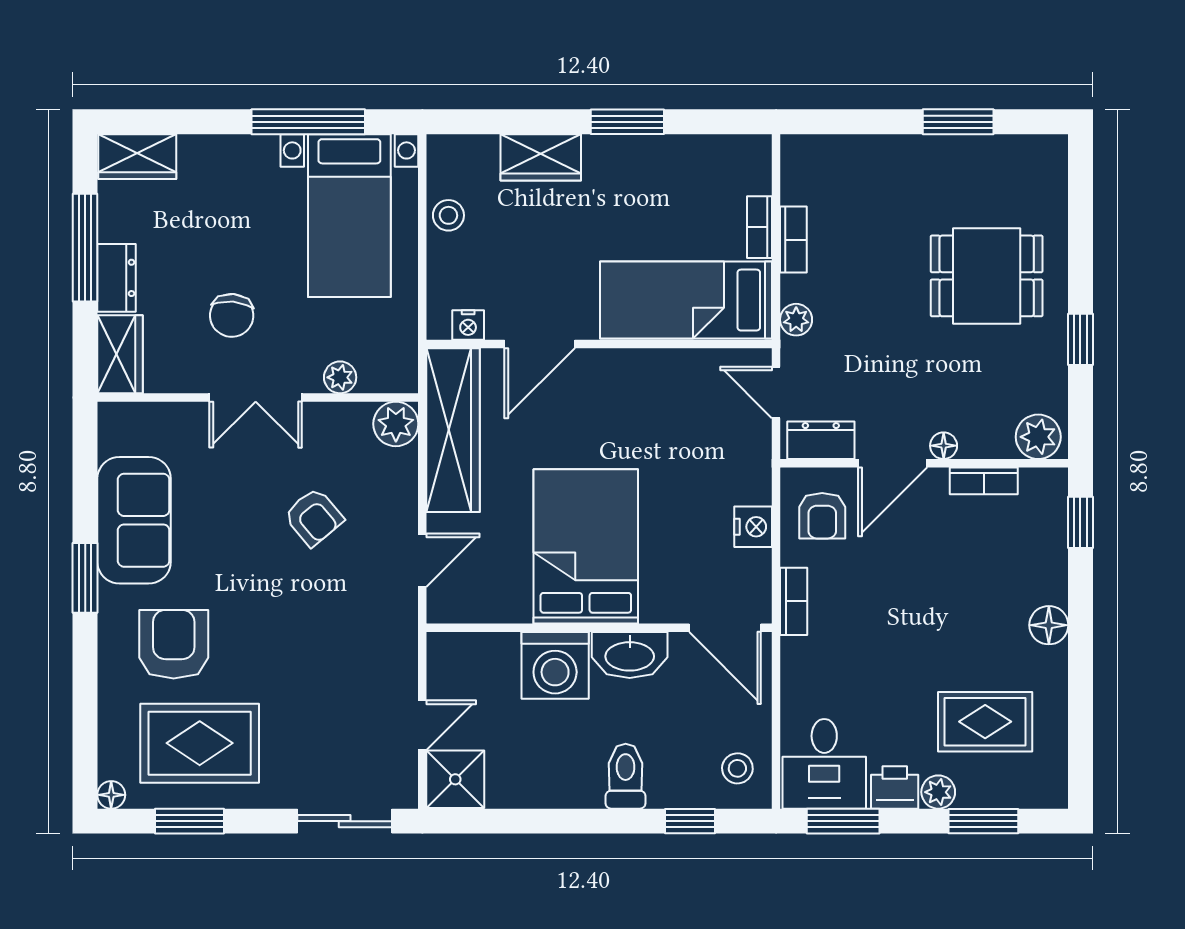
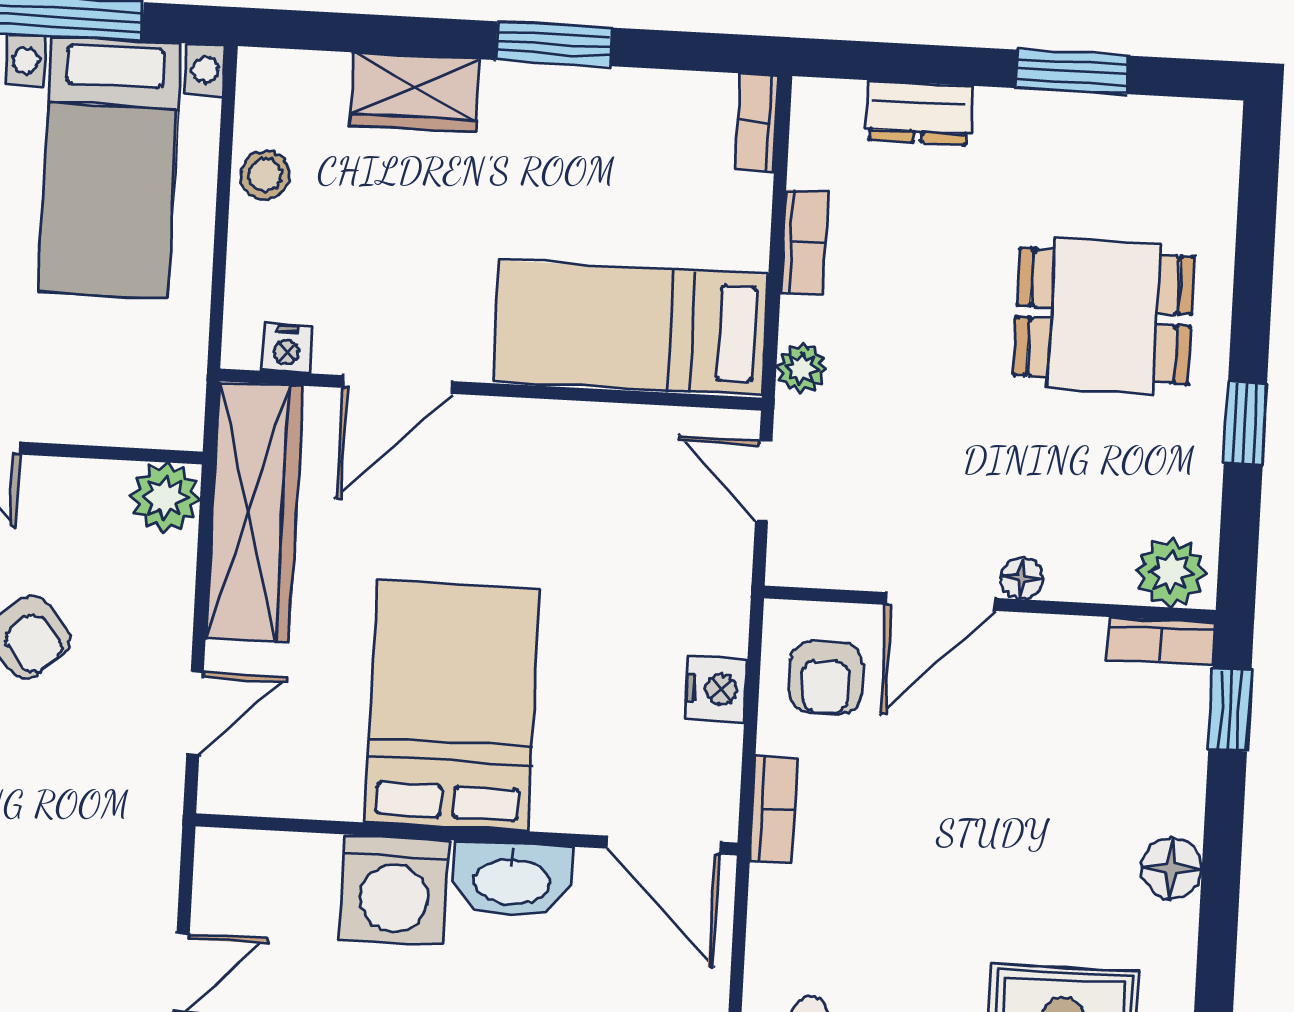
bookcase: (760, 227) -> (757, 123), moved
plant: (340, 377) -> (82, 420), removed
dresser: (821, 440) -> (919, 113), moved, turned 180
bookcase: (984, 481) -> (1161, 641), moved

